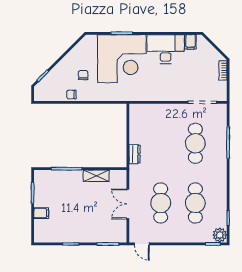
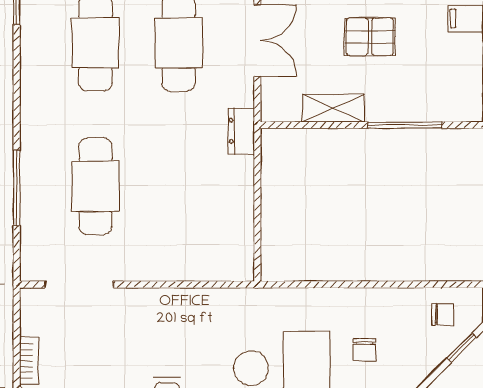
chair: (72, 94) -> (443, 314), moved
dresser: (135, 154) -> (241, 131), moved
pallet: (81, 206) -> (370, 37), added

